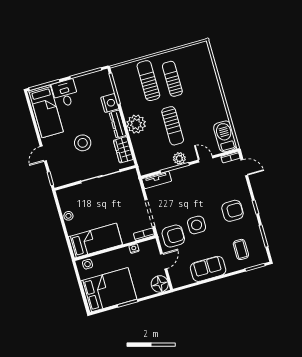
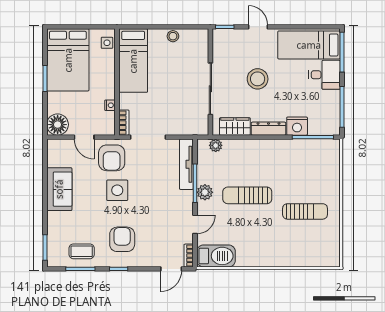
sun lounger: (148, 81) -> (311, 181), removed
plant: (136, 124) -> (216, 145), moved, width x0.53, depth x0.53
tv unit: (157, 180) -> (186, 164), width x1.41
armchair: (233, 211) -> (122, 239), turned 180
coffee table: (241, 249) -> (82, 251), moved

